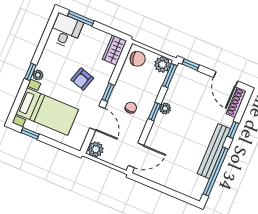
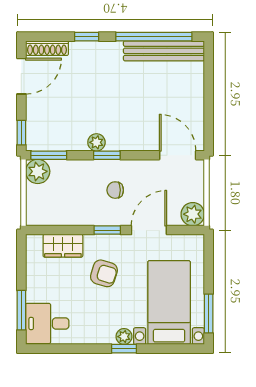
wardrobe: (114, 50) -> (63, 246), moved
chair: (138, 59) -> (44, 209), removed
window: (30, 133) -> (209, 314), width x1.50
bench: (214, 151) -> (164, 51), moved

